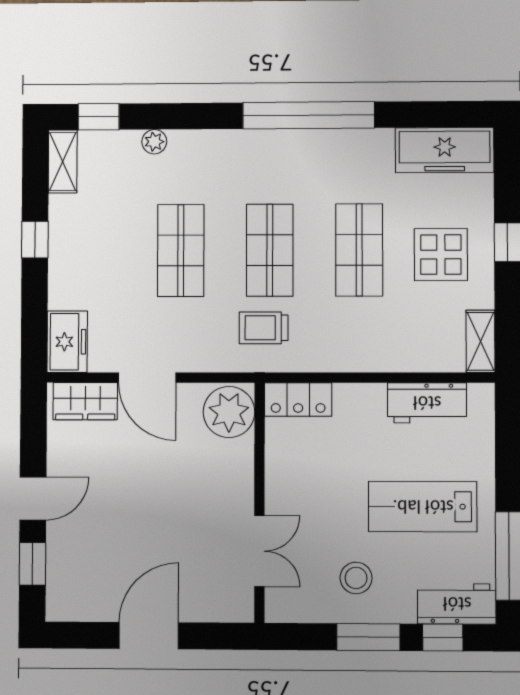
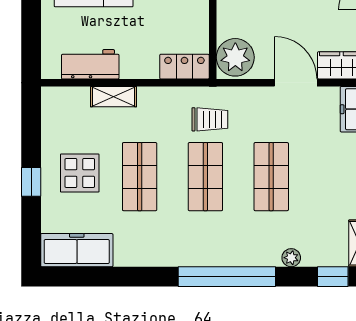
window: (309, 115) -> (227, 277), moved
shelving: (481, 341) -> (114, 97), moved, turned 90

